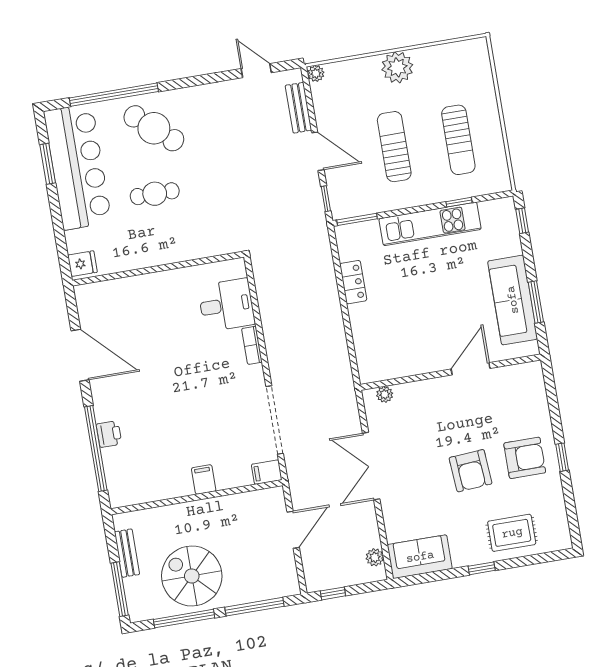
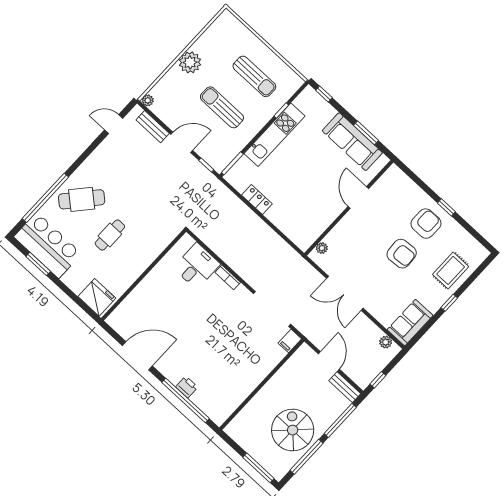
bar counter: (78, 167) -> (48, 245), width x0.73
fridge: (82, 264) -> (97, 297), width x1.88, depth x1.34
filing cabinet: (204, 479) -> (258, 372), removed
bench: (127, 553) -> (345, 387), moved
spiral stairs: (192, 576) -> (293, 430), turned 90

